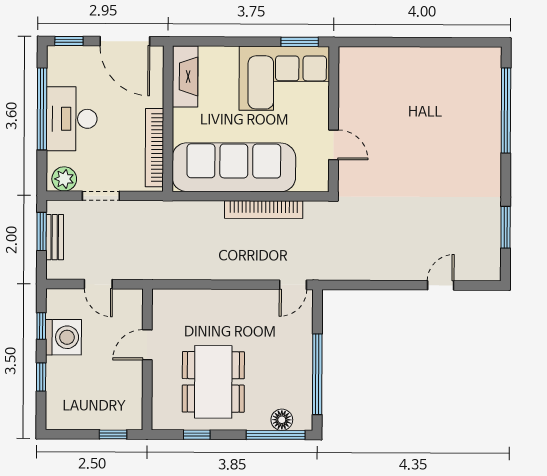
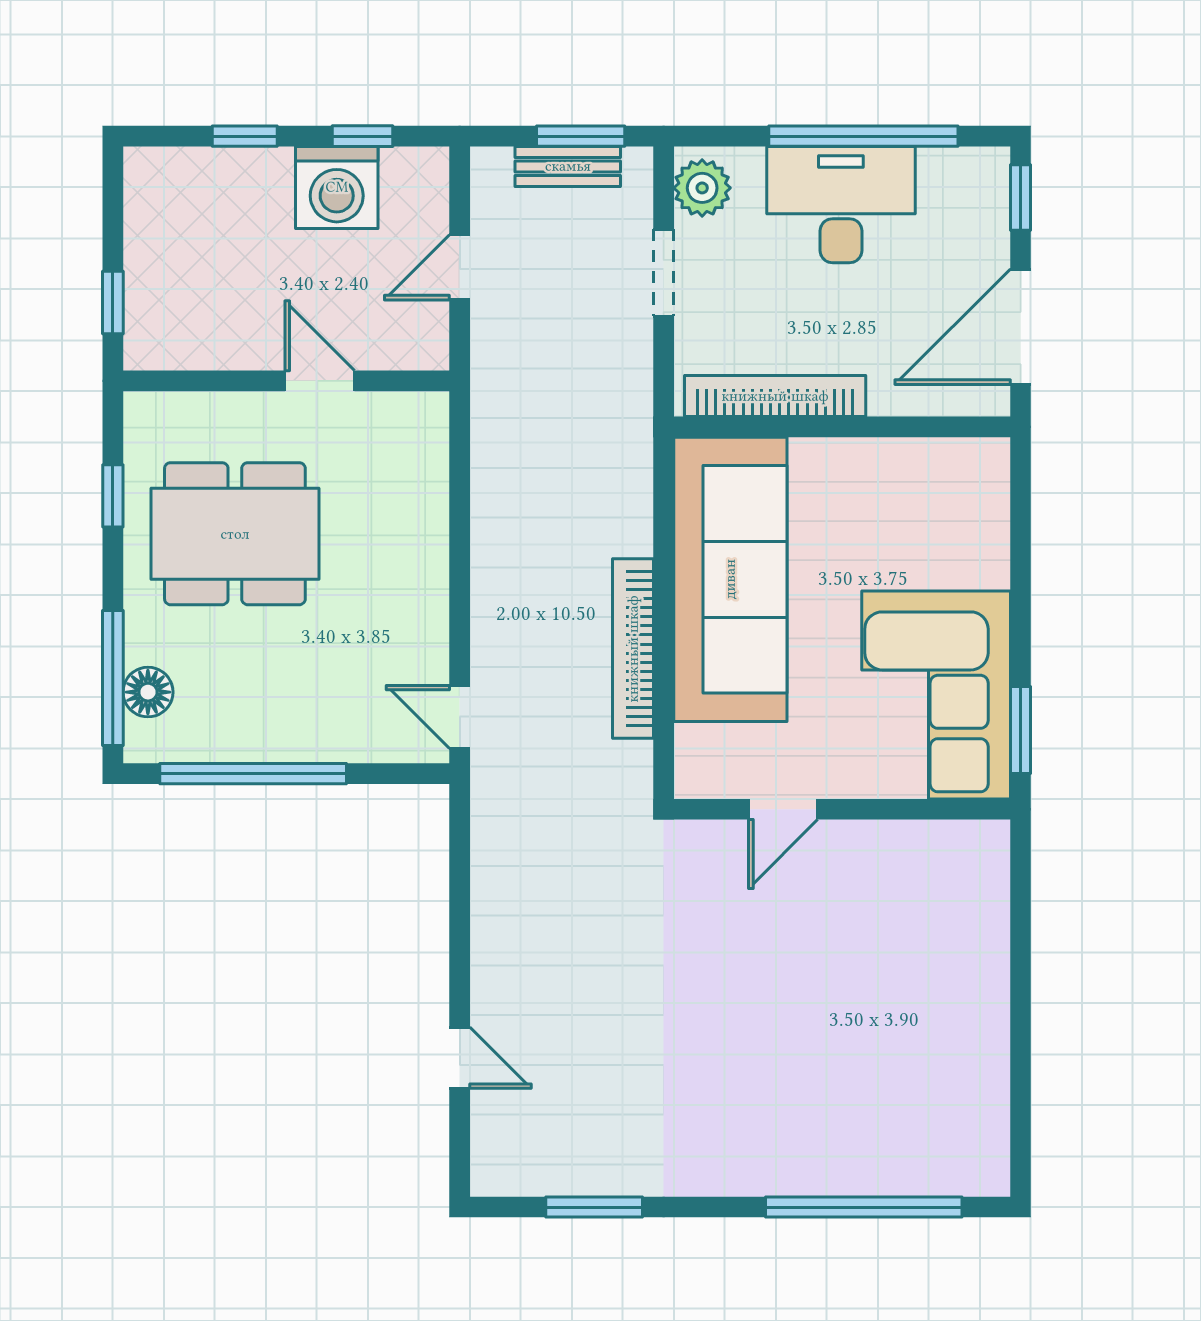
fireplace: (185, 76) -> (940, 466), removed

